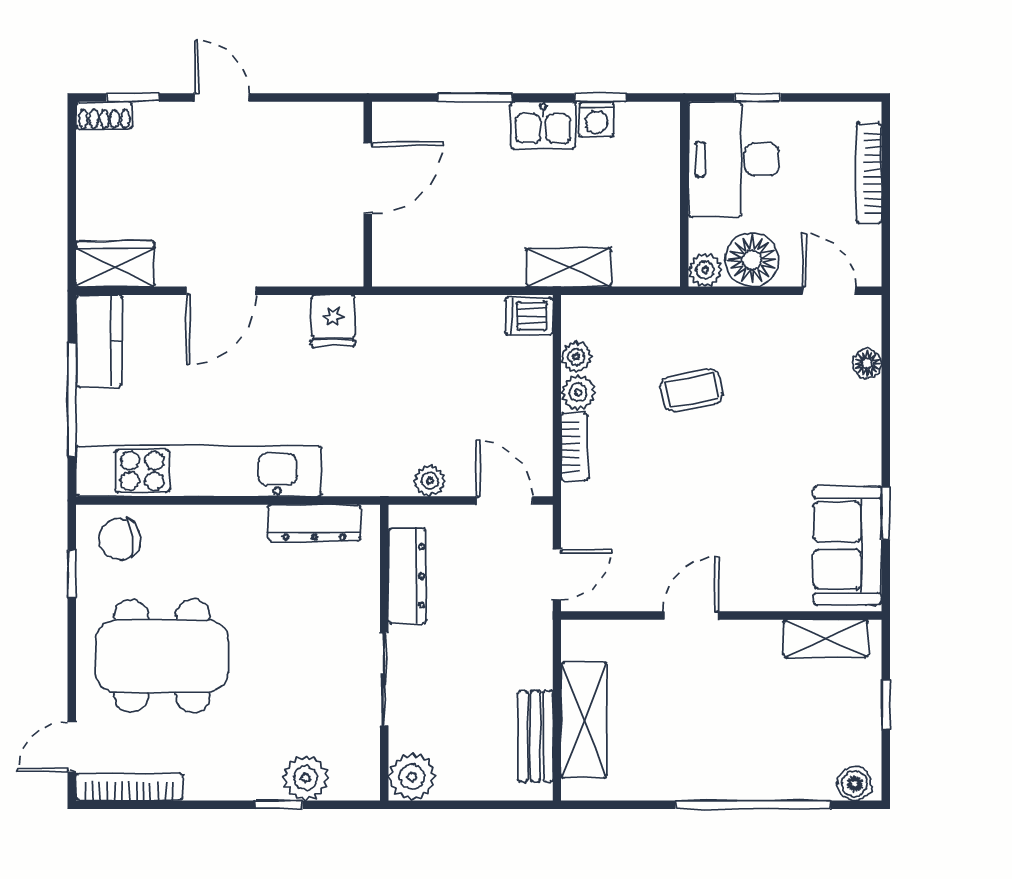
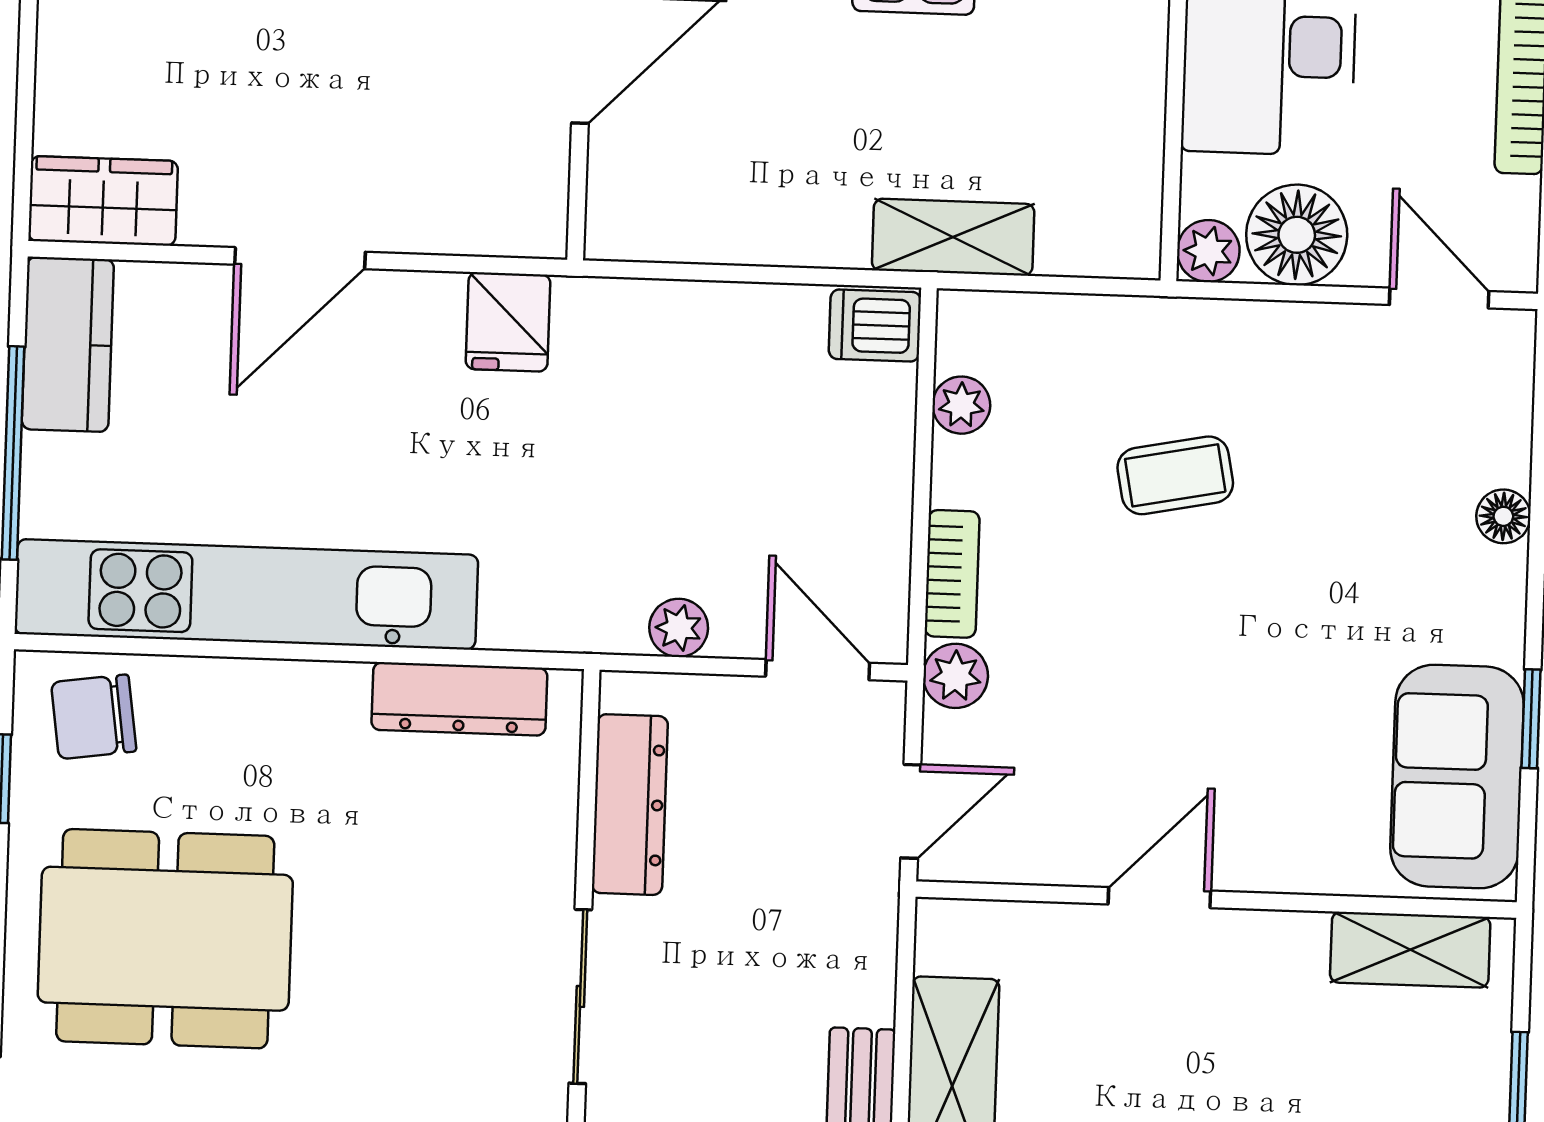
floor lamp: (867, 364) -> (1503, 516), moved
plant: (578, 393) -> (955, 676), moved

